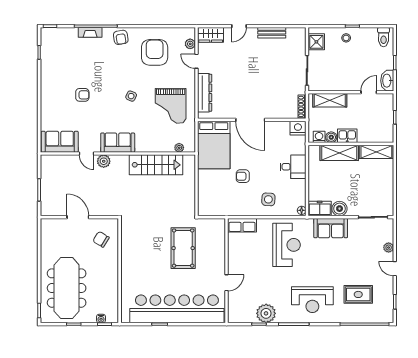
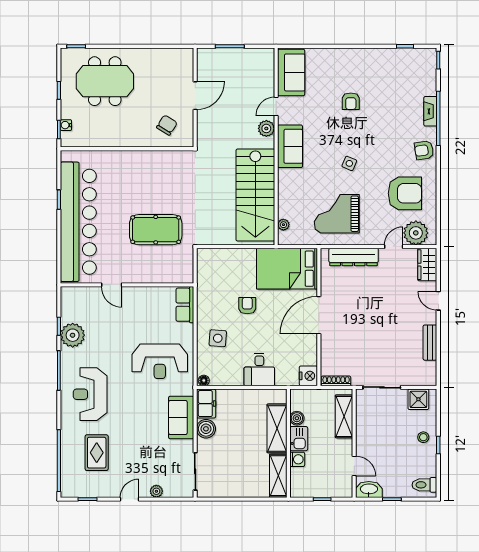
plant: (190, 44) -> (416, 233), width x1.88, depth x1.88
washing machine: (319, 137) -> (297, 459), moved
stairs: (156, 165) -> (255, 195), width x1.36, depth x1.51
meeting table: (67, 288) -> (105, 81), width x0.73

